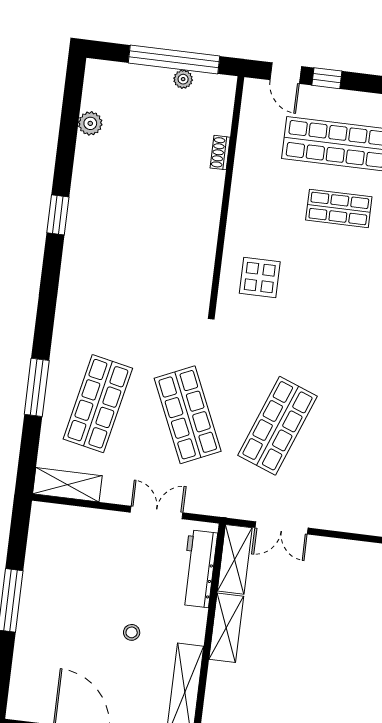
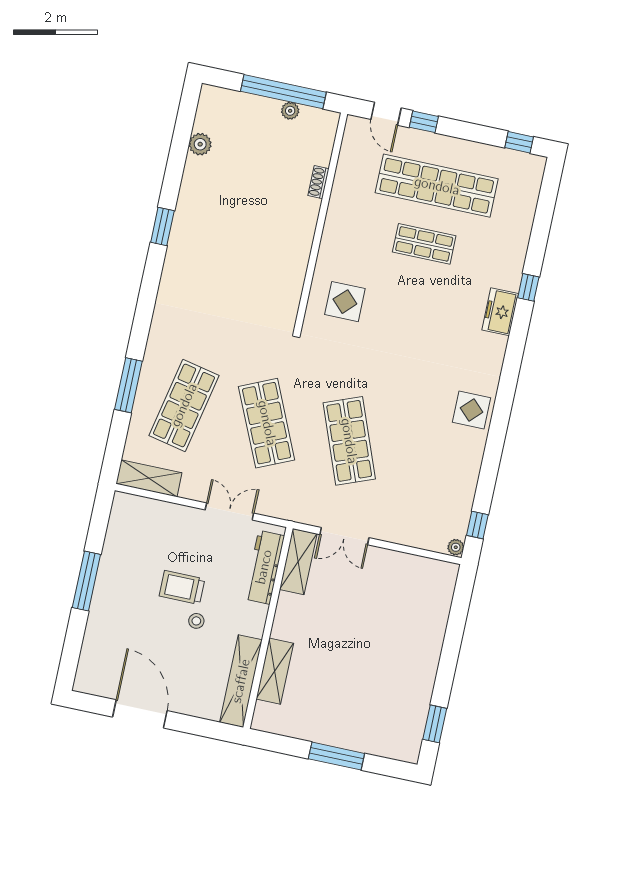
shop shelf: (278, 426) -> (349, 441), turned -42
trolley: (113, 598) -> (182, 587), added
shelving: (226, 628) -> (275, 671), moved

